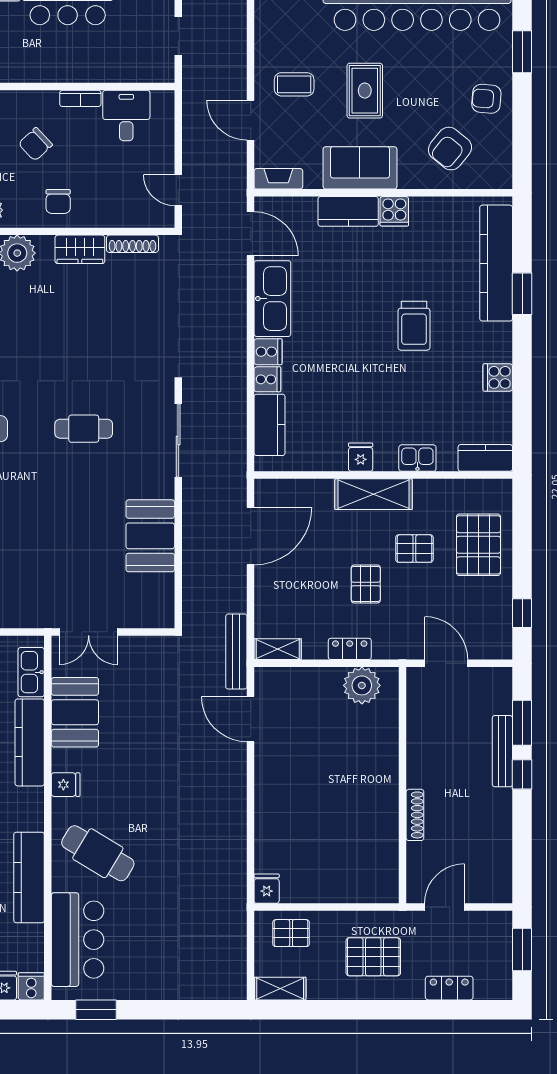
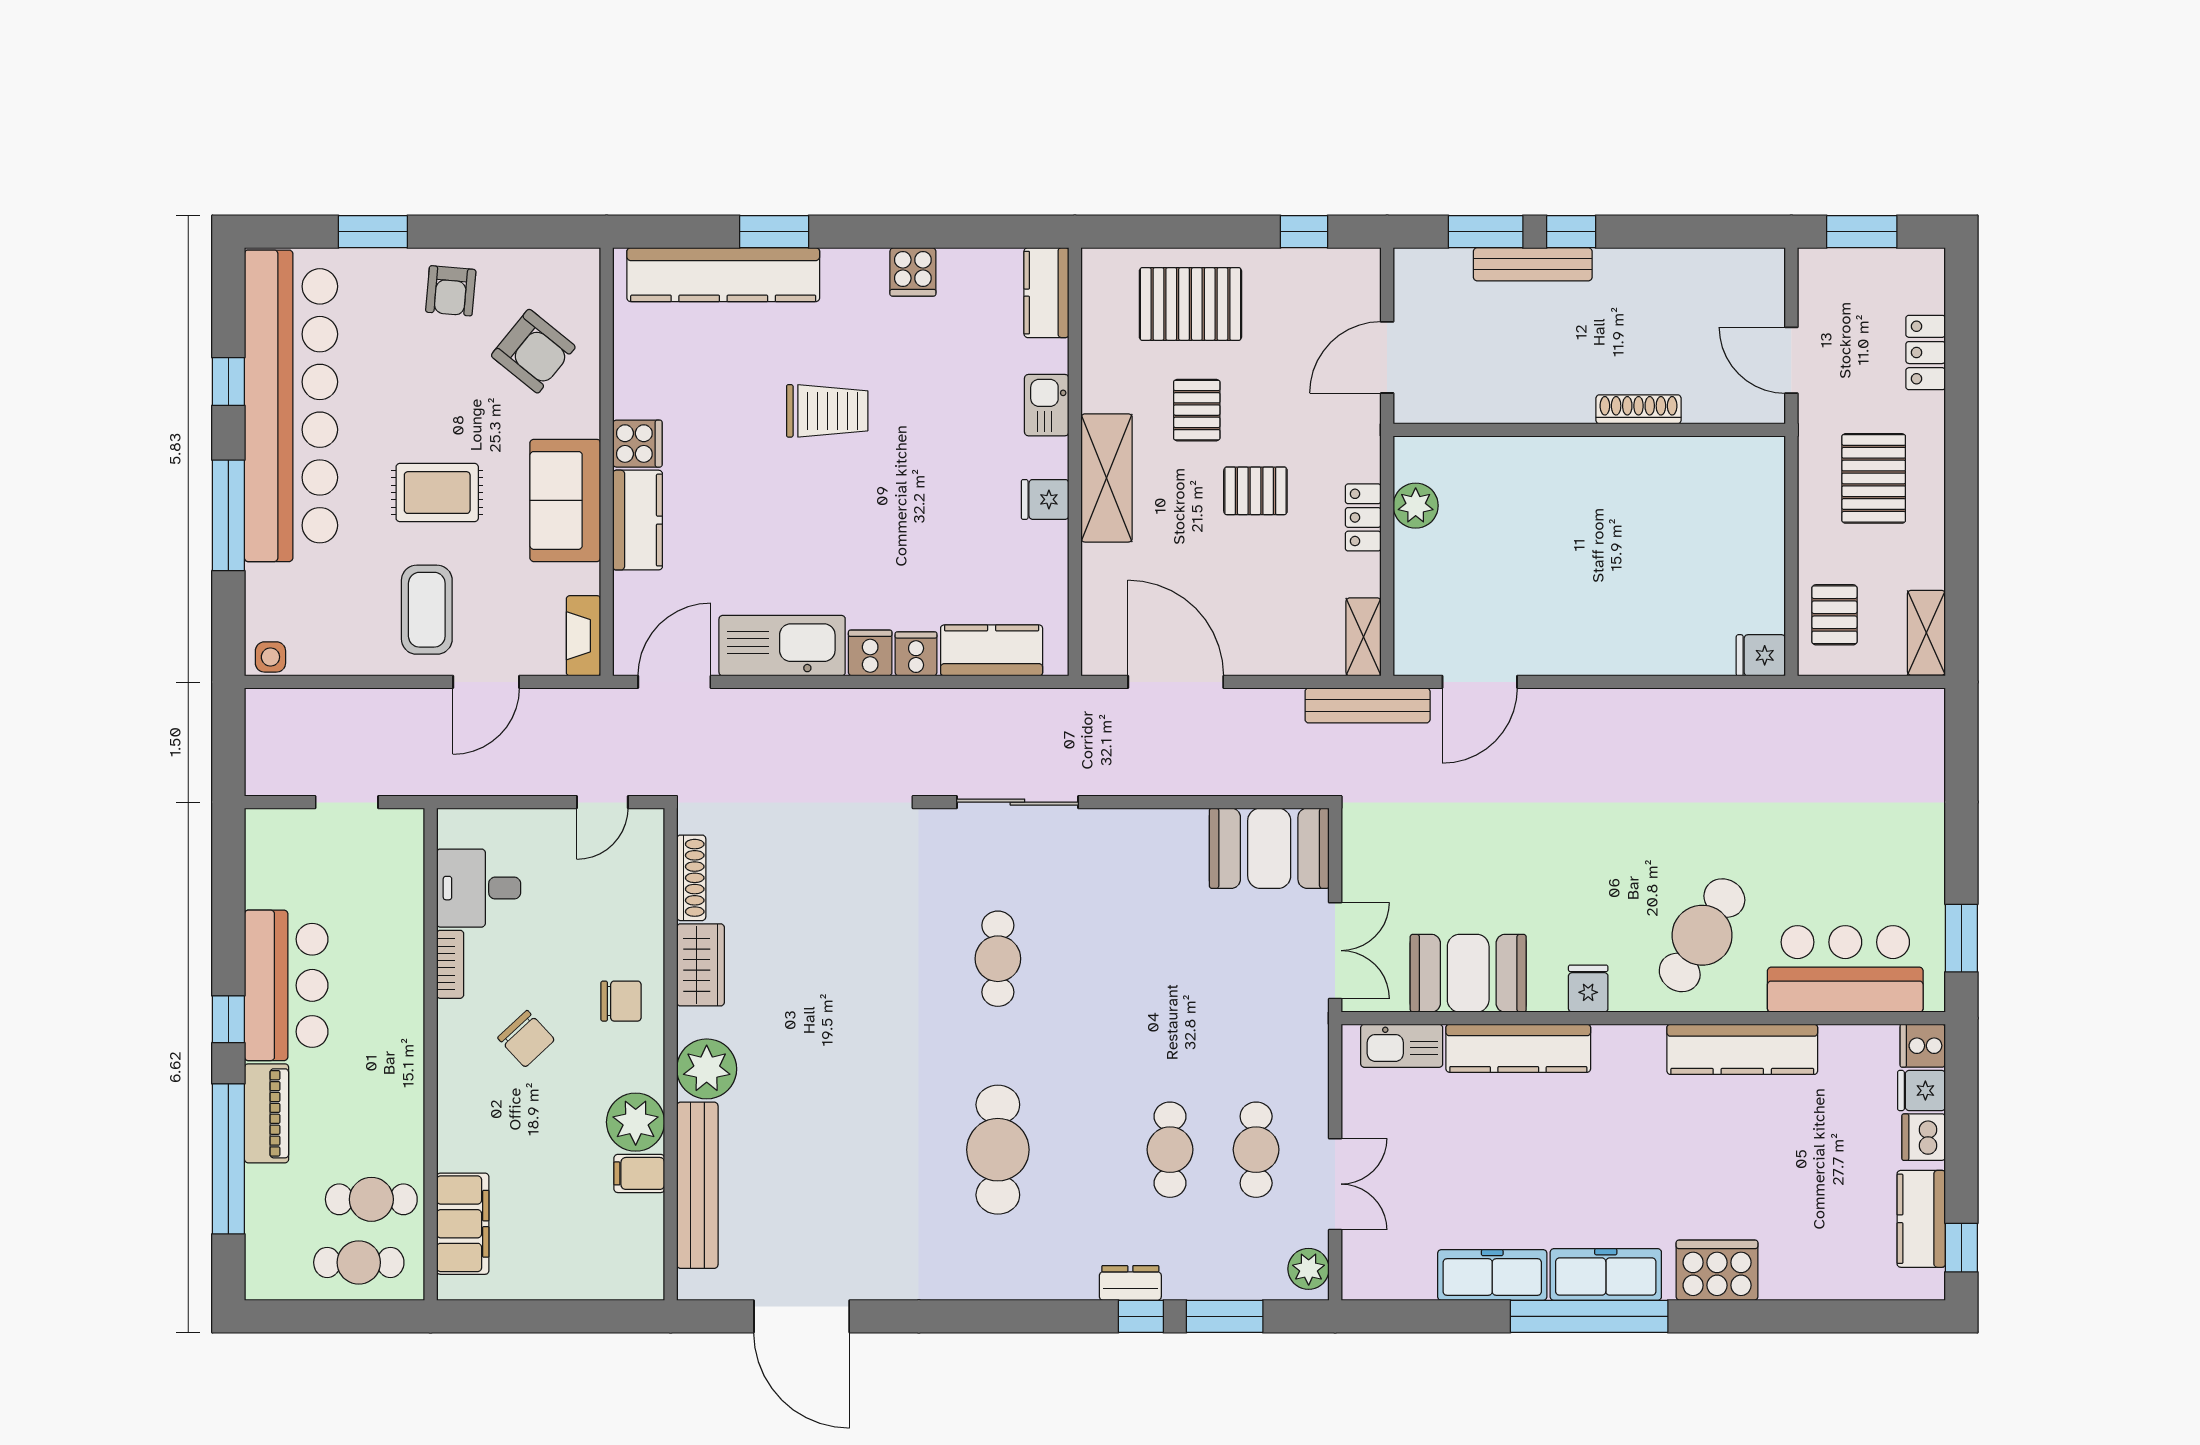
coffee table: (294, 84) -> (427, 610), width x1.36, depth x1.30
booth: (150, 536) -> (1269, 848), moved
plant: (362, 685) -> (1416, 506), width x0.73, depth x0.73

